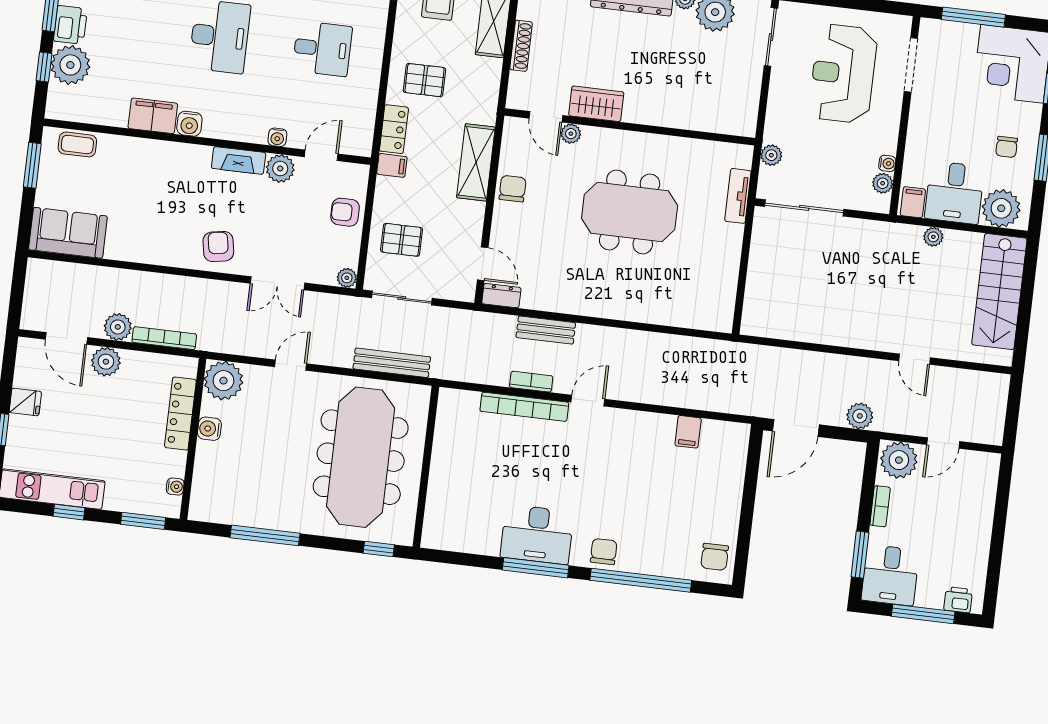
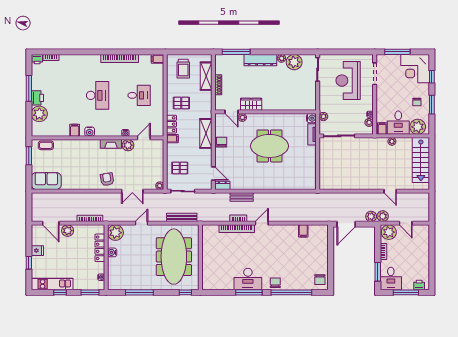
window: (44, 67) -> (29, 116), removed
filing cabinet: (153, 116) -> (75, 130), width x0.50
water cooler: (741, 156) -> (311, 118), added
armchair: (345, 212) -> (156, 160), removed
plant: (118, 327) -> (383, 216), moved
door: (943, 443) -> (406, 223), hinge flipped

